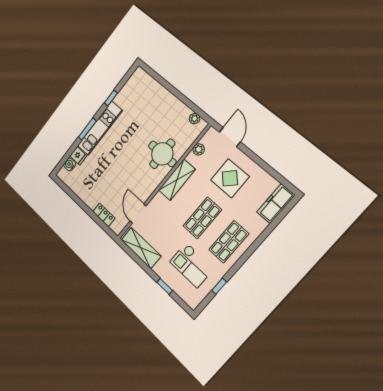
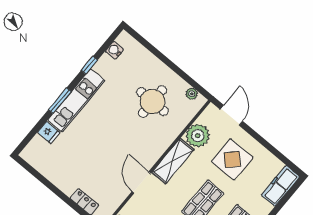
plant: (199, 149) -> (198, 136), width x1.87, depth x1.87
round table: (162, 154) -> (152, 102), moved
water cooler: (70, 165) -> (114, 50), moved
door: (138, 214) -> (141, 182), moved

